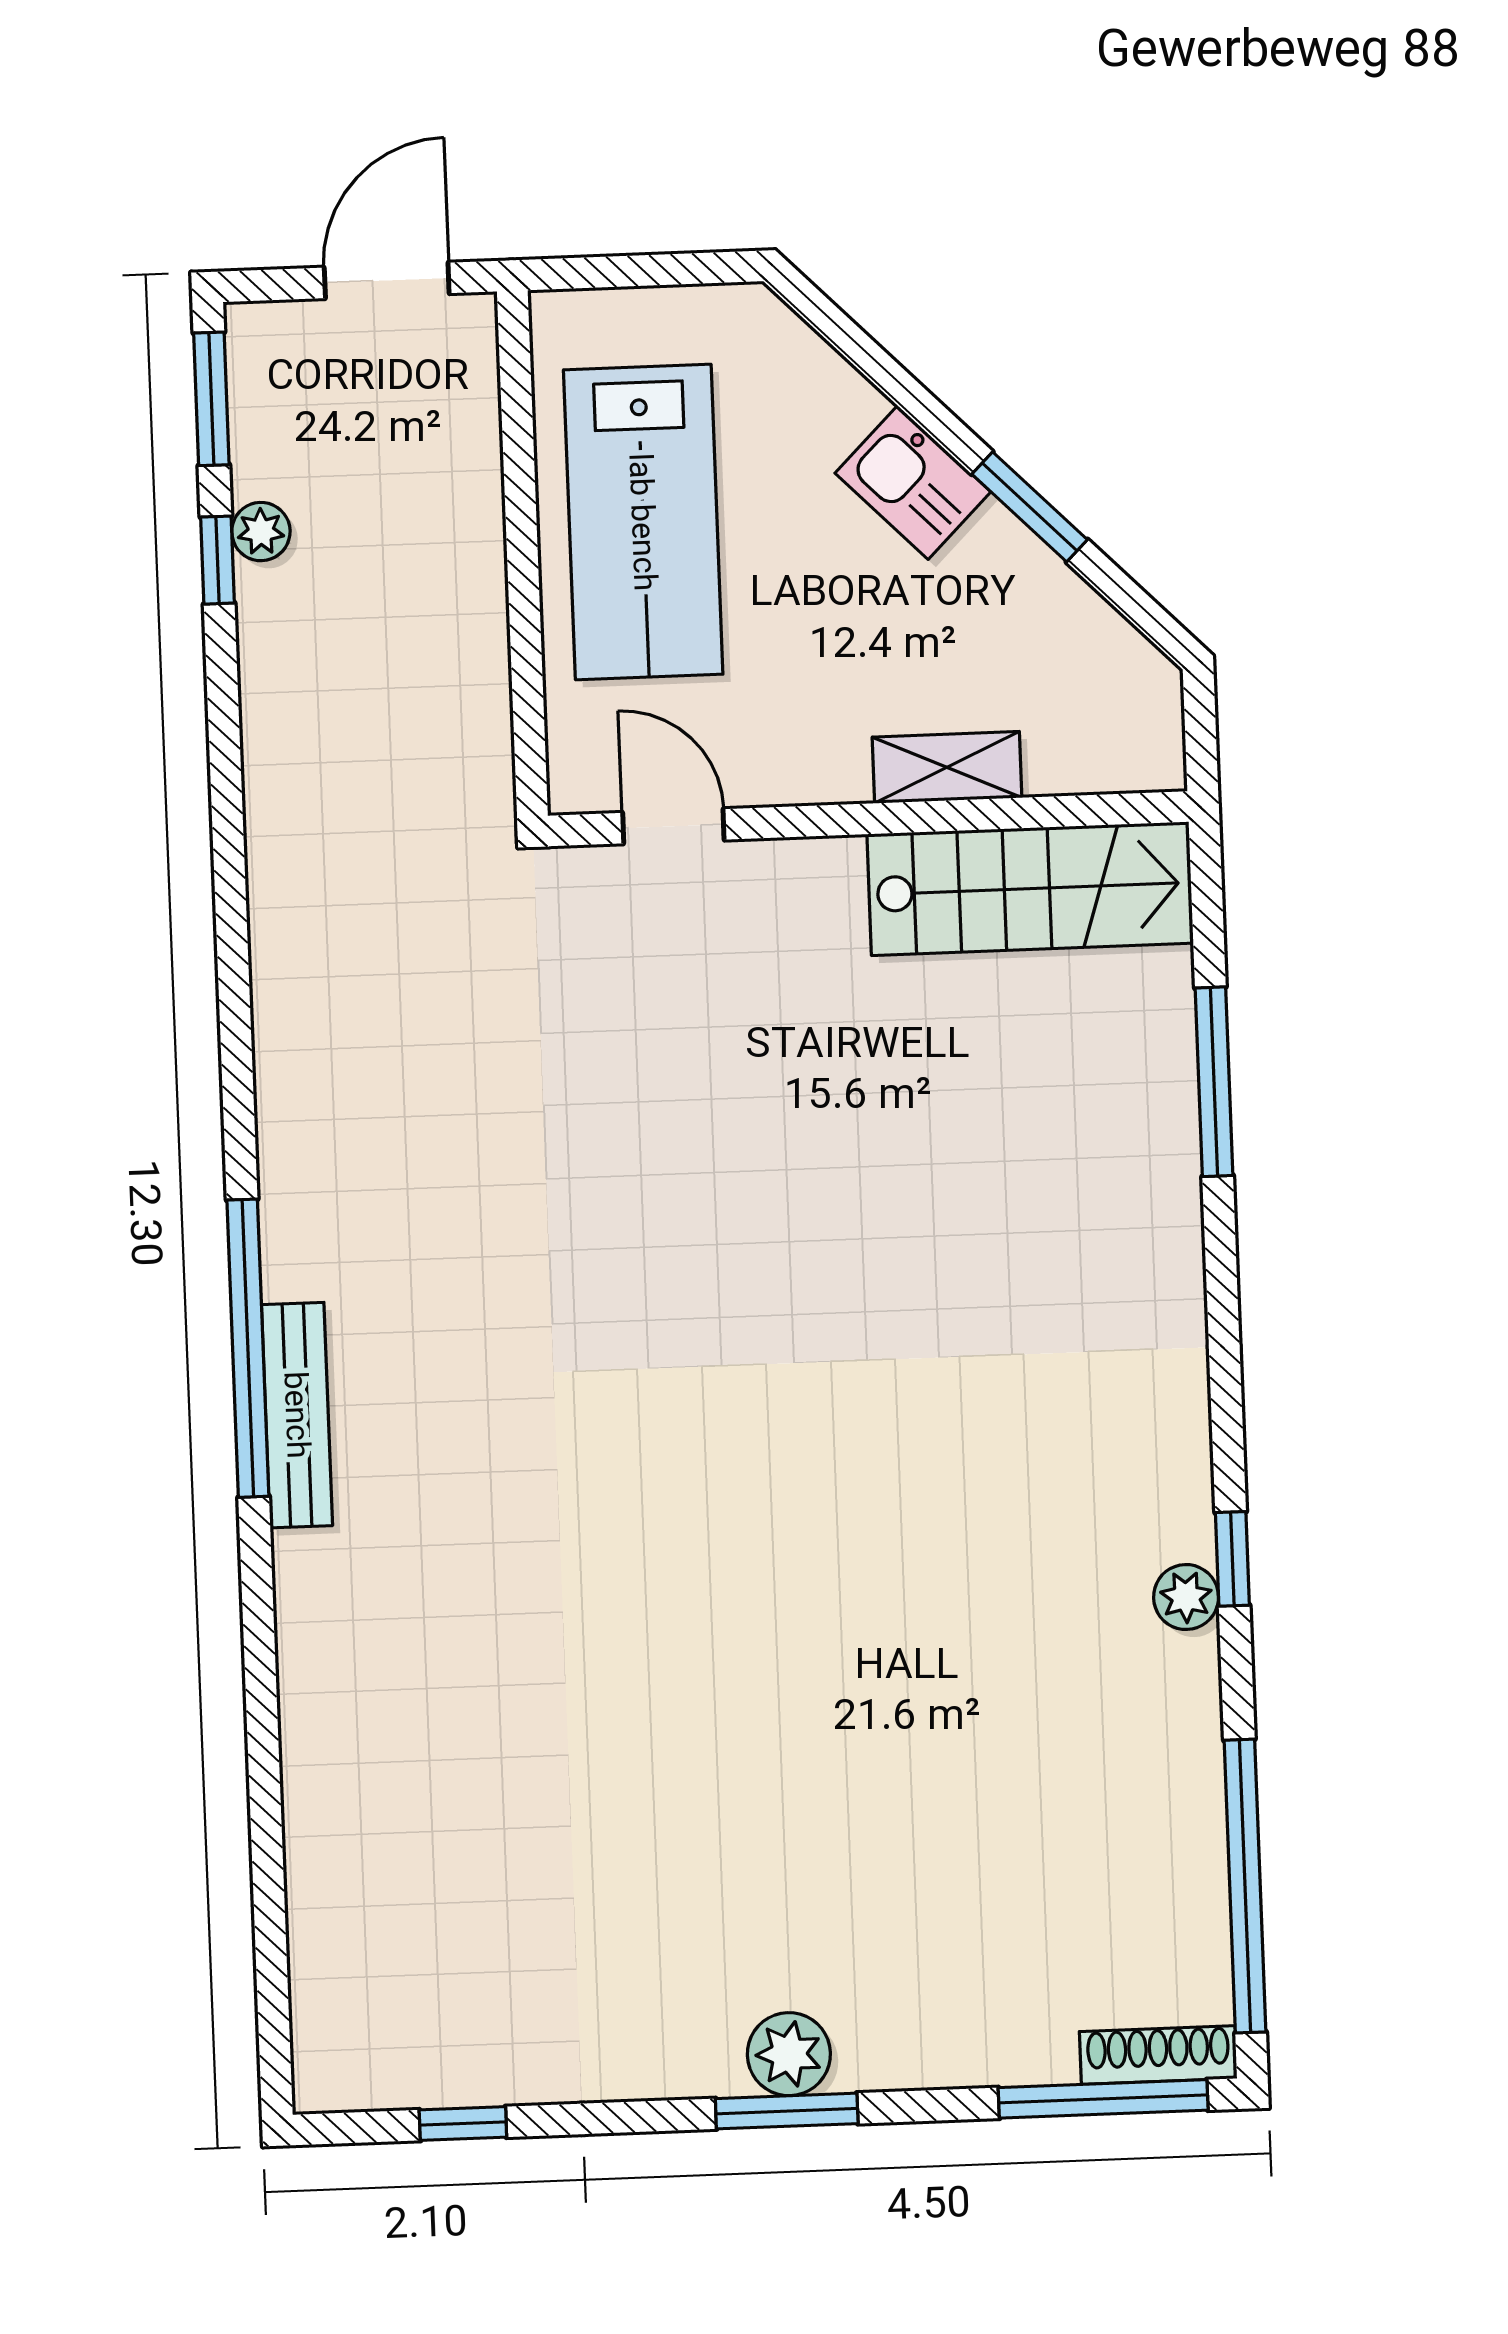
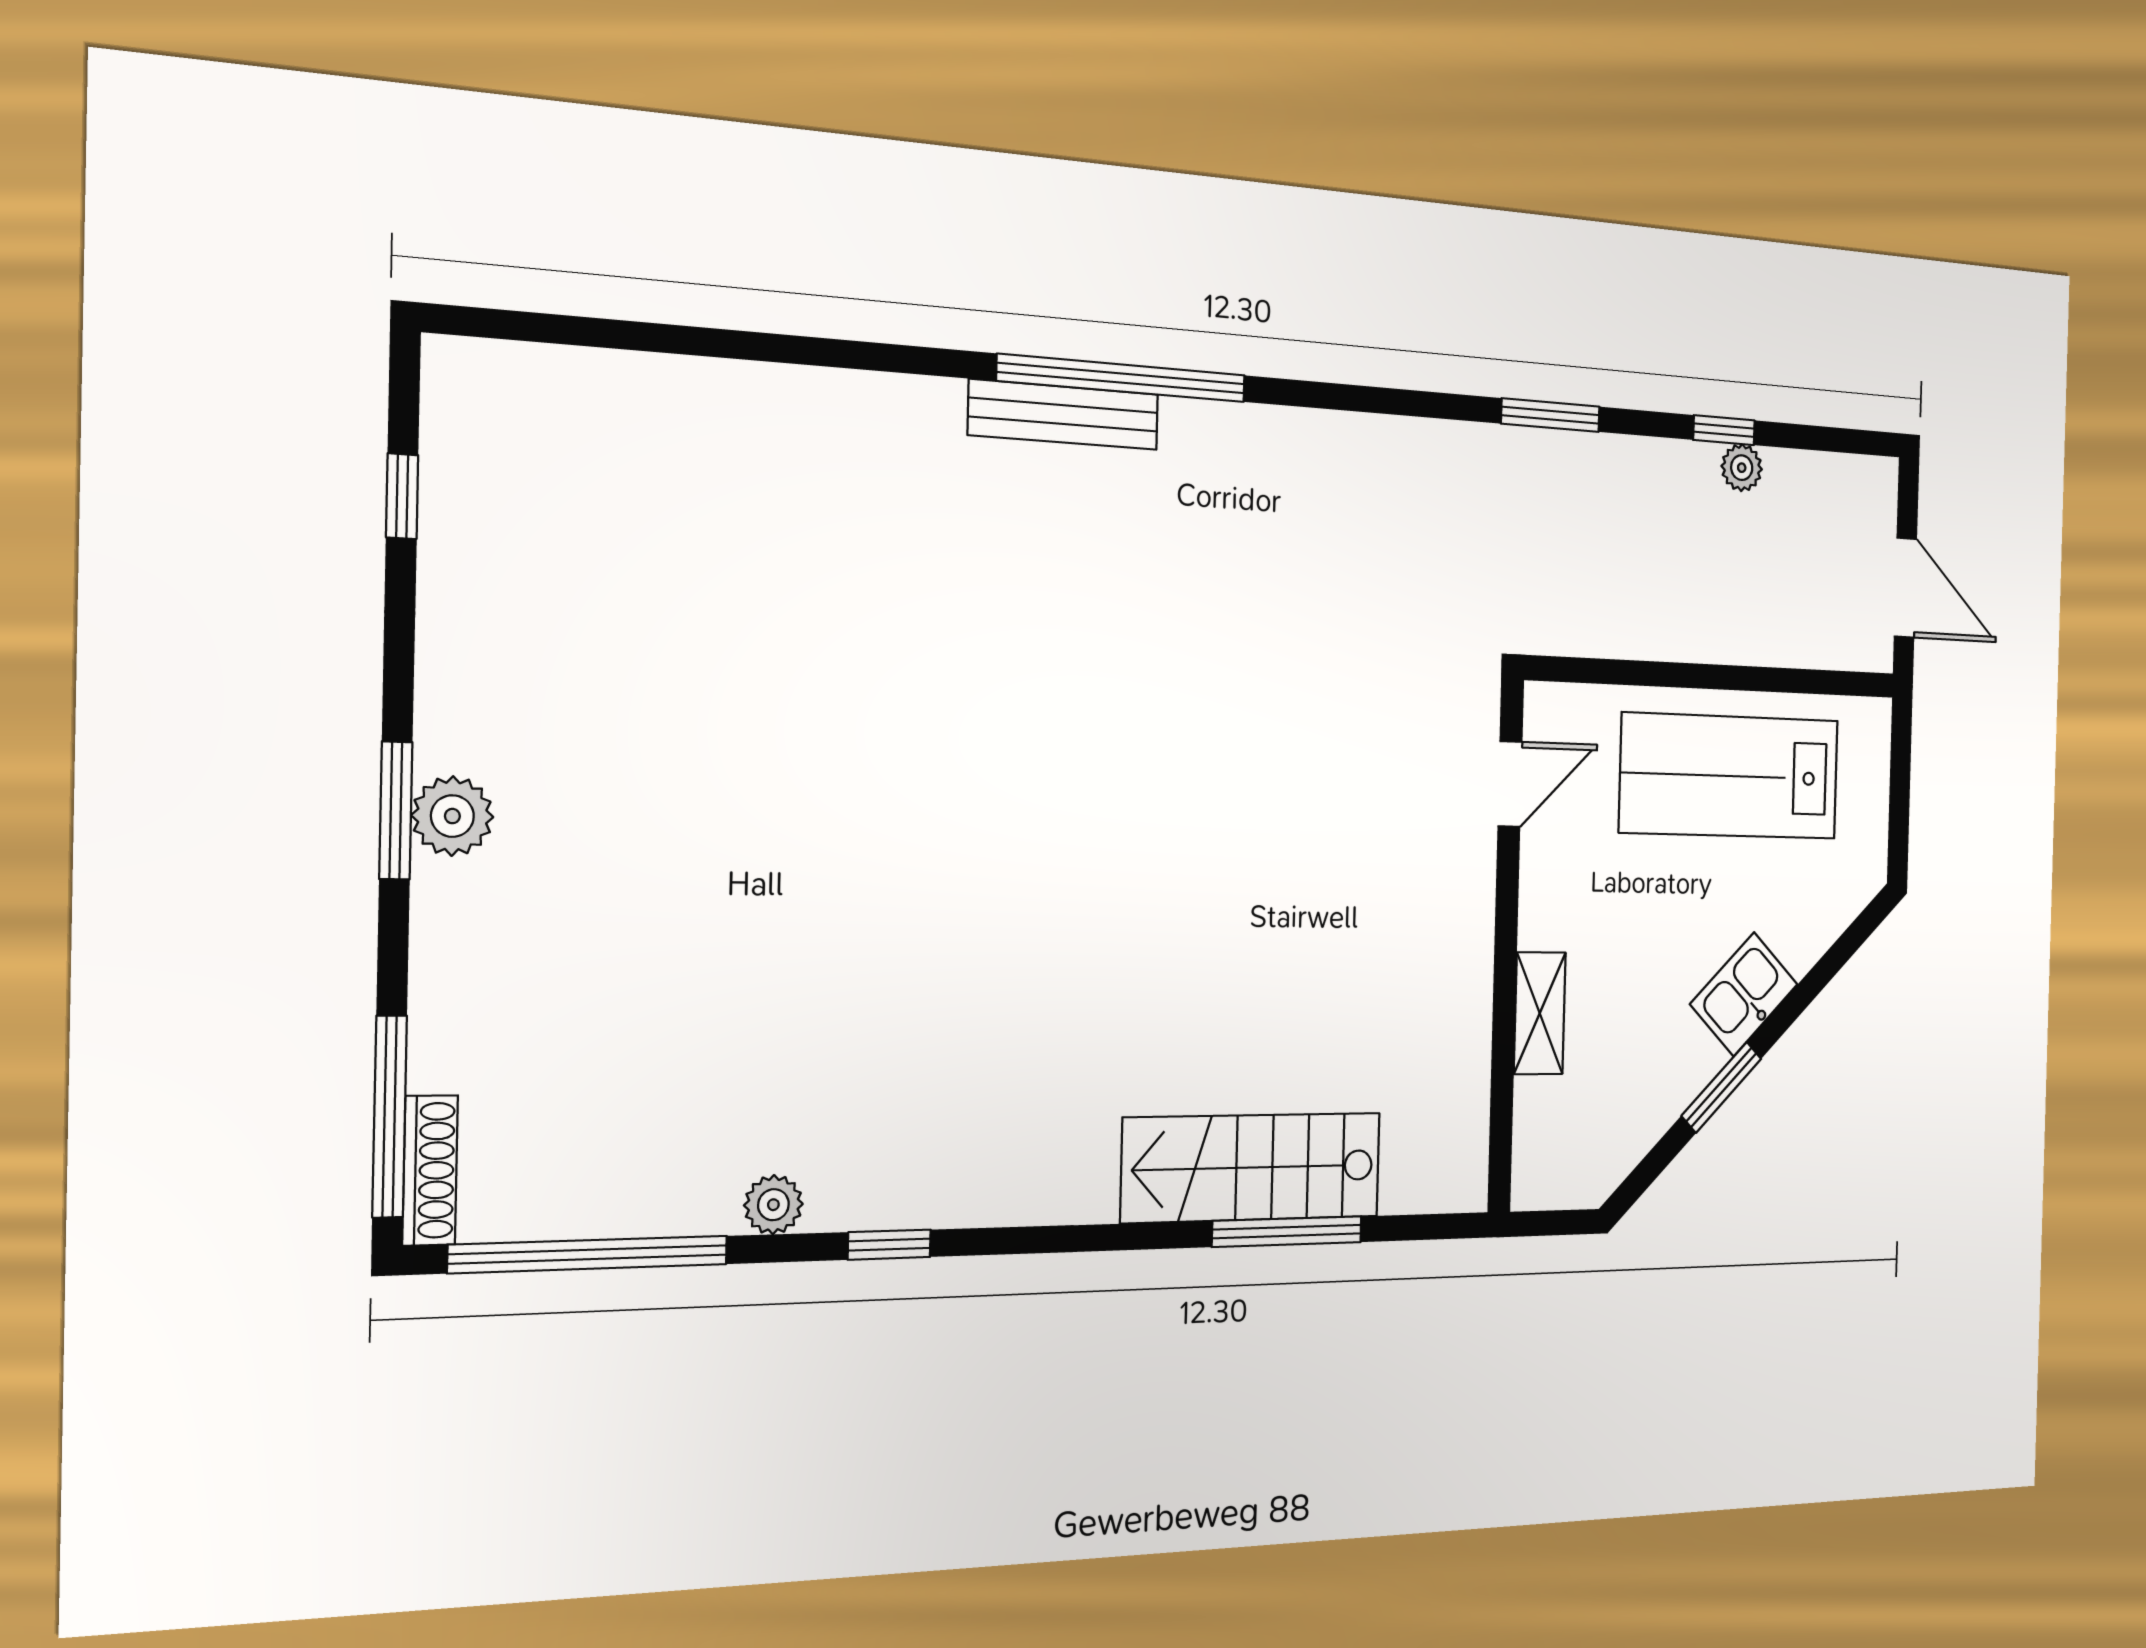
window: (211, 399) -> (1550, 415), moved
stairs: (1030, 889) -> (1252, 1167), moved, turned 90
plant: (1186, 1597) -> (773, 1205), moved

